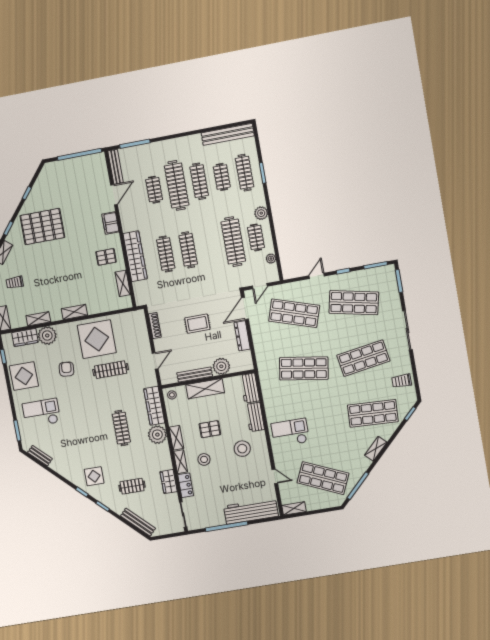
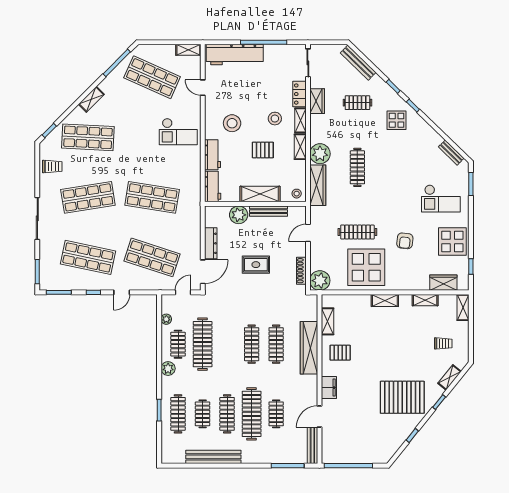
bench: (228, 134) -> (213, 457), moved
plant: (47, 336) -> (320, 281), moved

